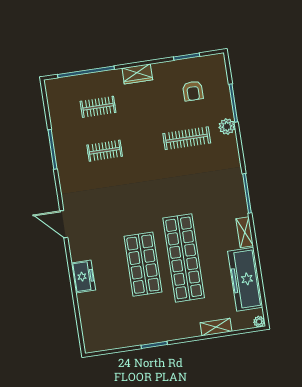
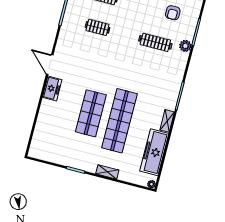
freezer: (83, 276) -> (52, 88), moved
shelving: (216, 327) -> (107, 172), moved

